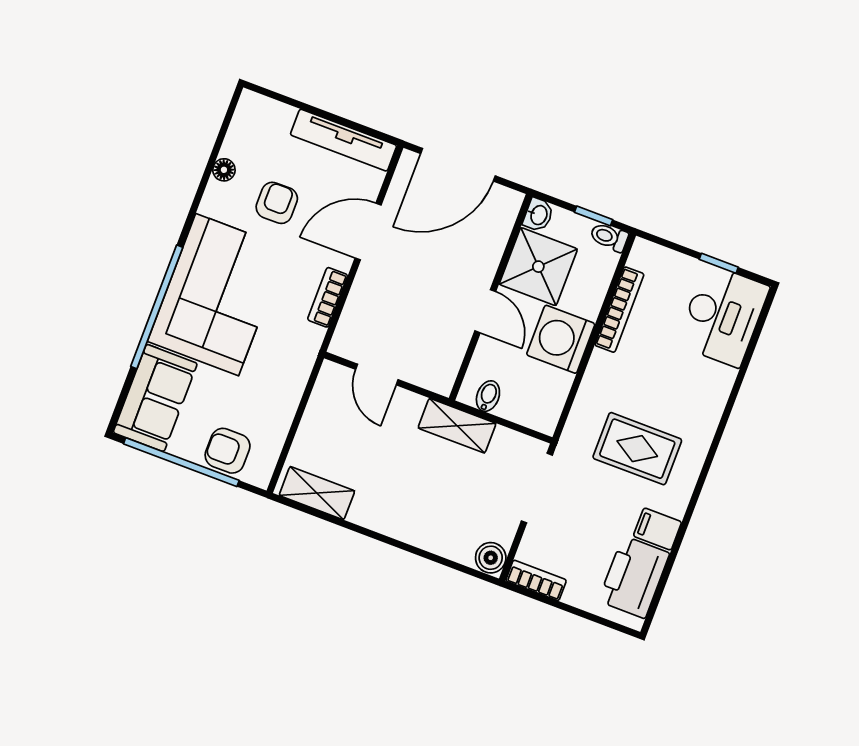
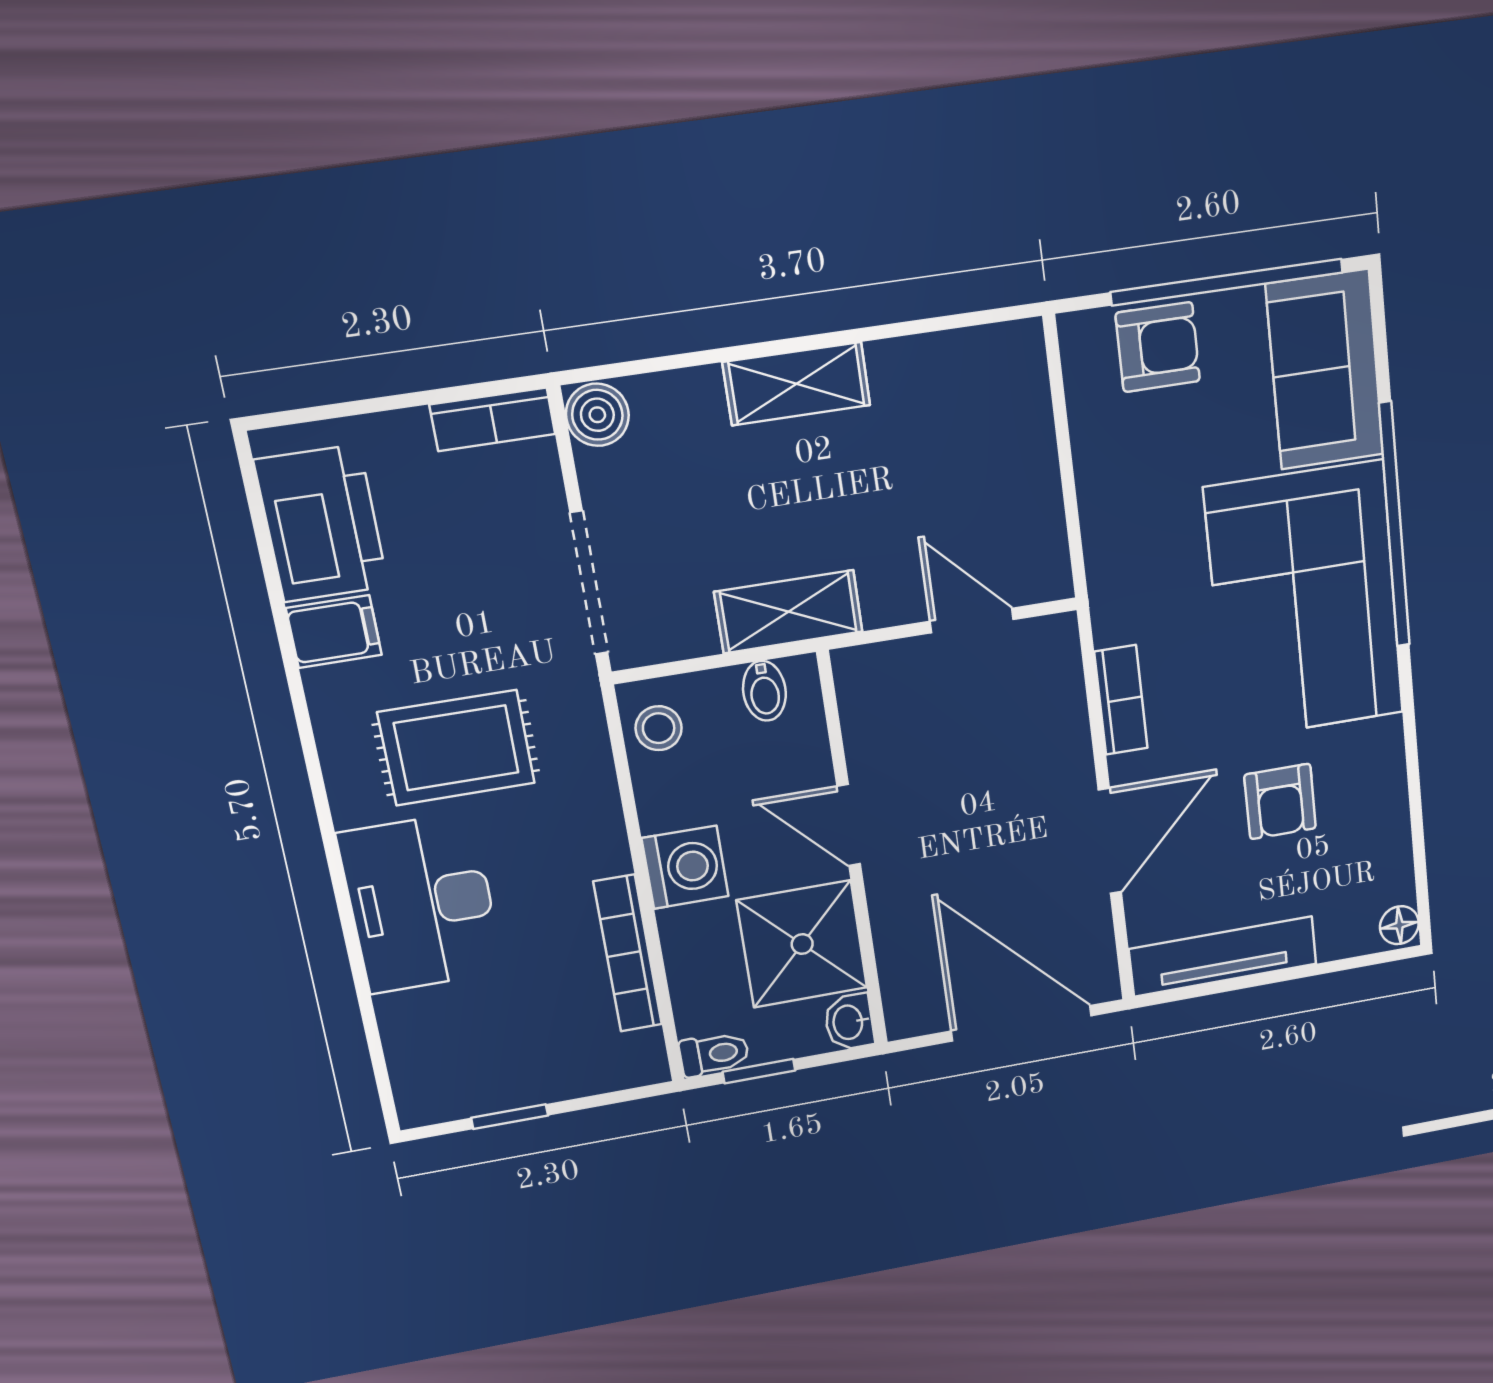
door: (458, 165) -> (1022, 1023), hinge flipped
floor lamp: (224, 170) -> (1399, 925), moved
desk: (723, 316) -> (421, 903), moved
washing machine: (561, 339) -> (685, 867), width x0.73, depth x0.73
stool: (544, 406) -> (659, 728), added
shelving: (317, 493) -> (797, 384), moved

